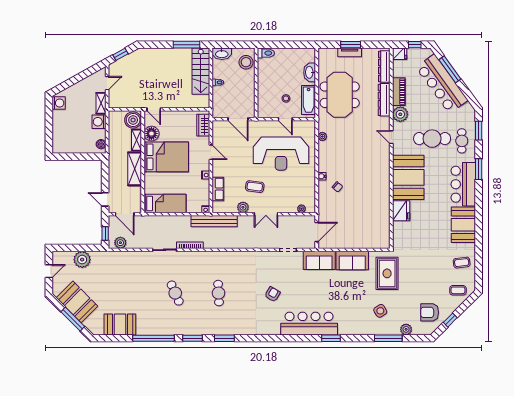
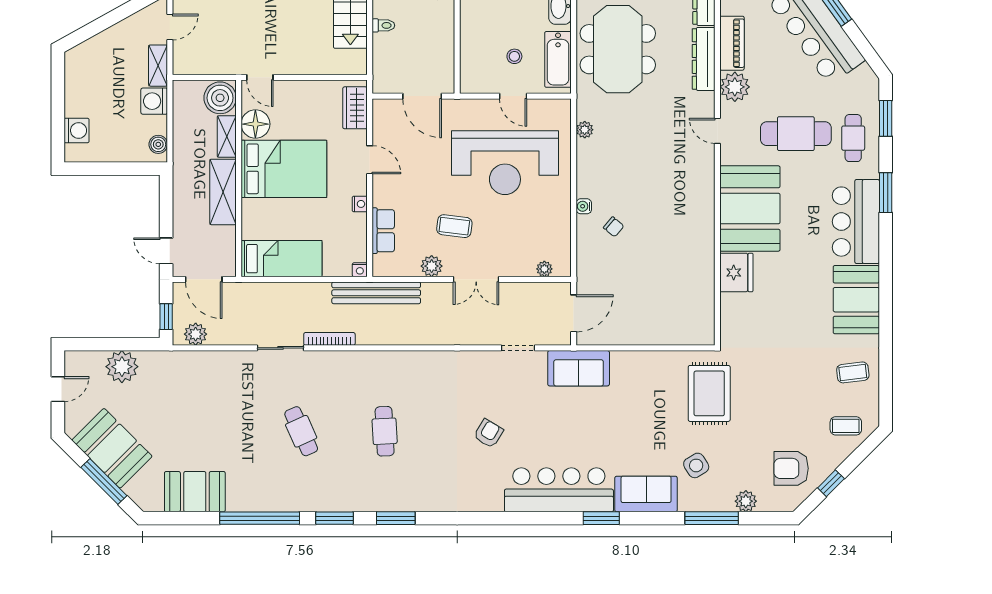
washing machine: (59, 103) -> (77, 130), moved
sofa: (352, 260) -> (646, 494), moved, turned 180

